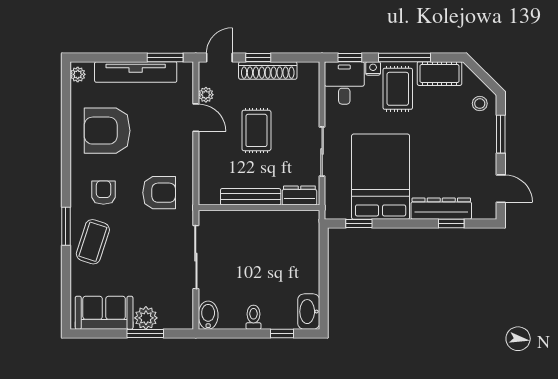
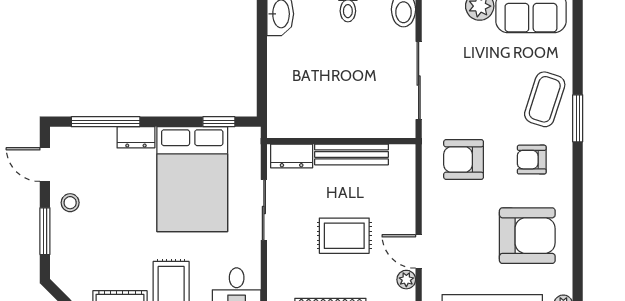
stool: (480, 104) -> (70, 203), moved
rug: (256, 130) -> (344, 236), turned 90
armchair: (103, 193) -> (532, 160), turned 90
dresser: (441, 209) -> (136, 137), width x0.51, depth x0.80
window: (451, 224) -> (106, 122), width x2.17

